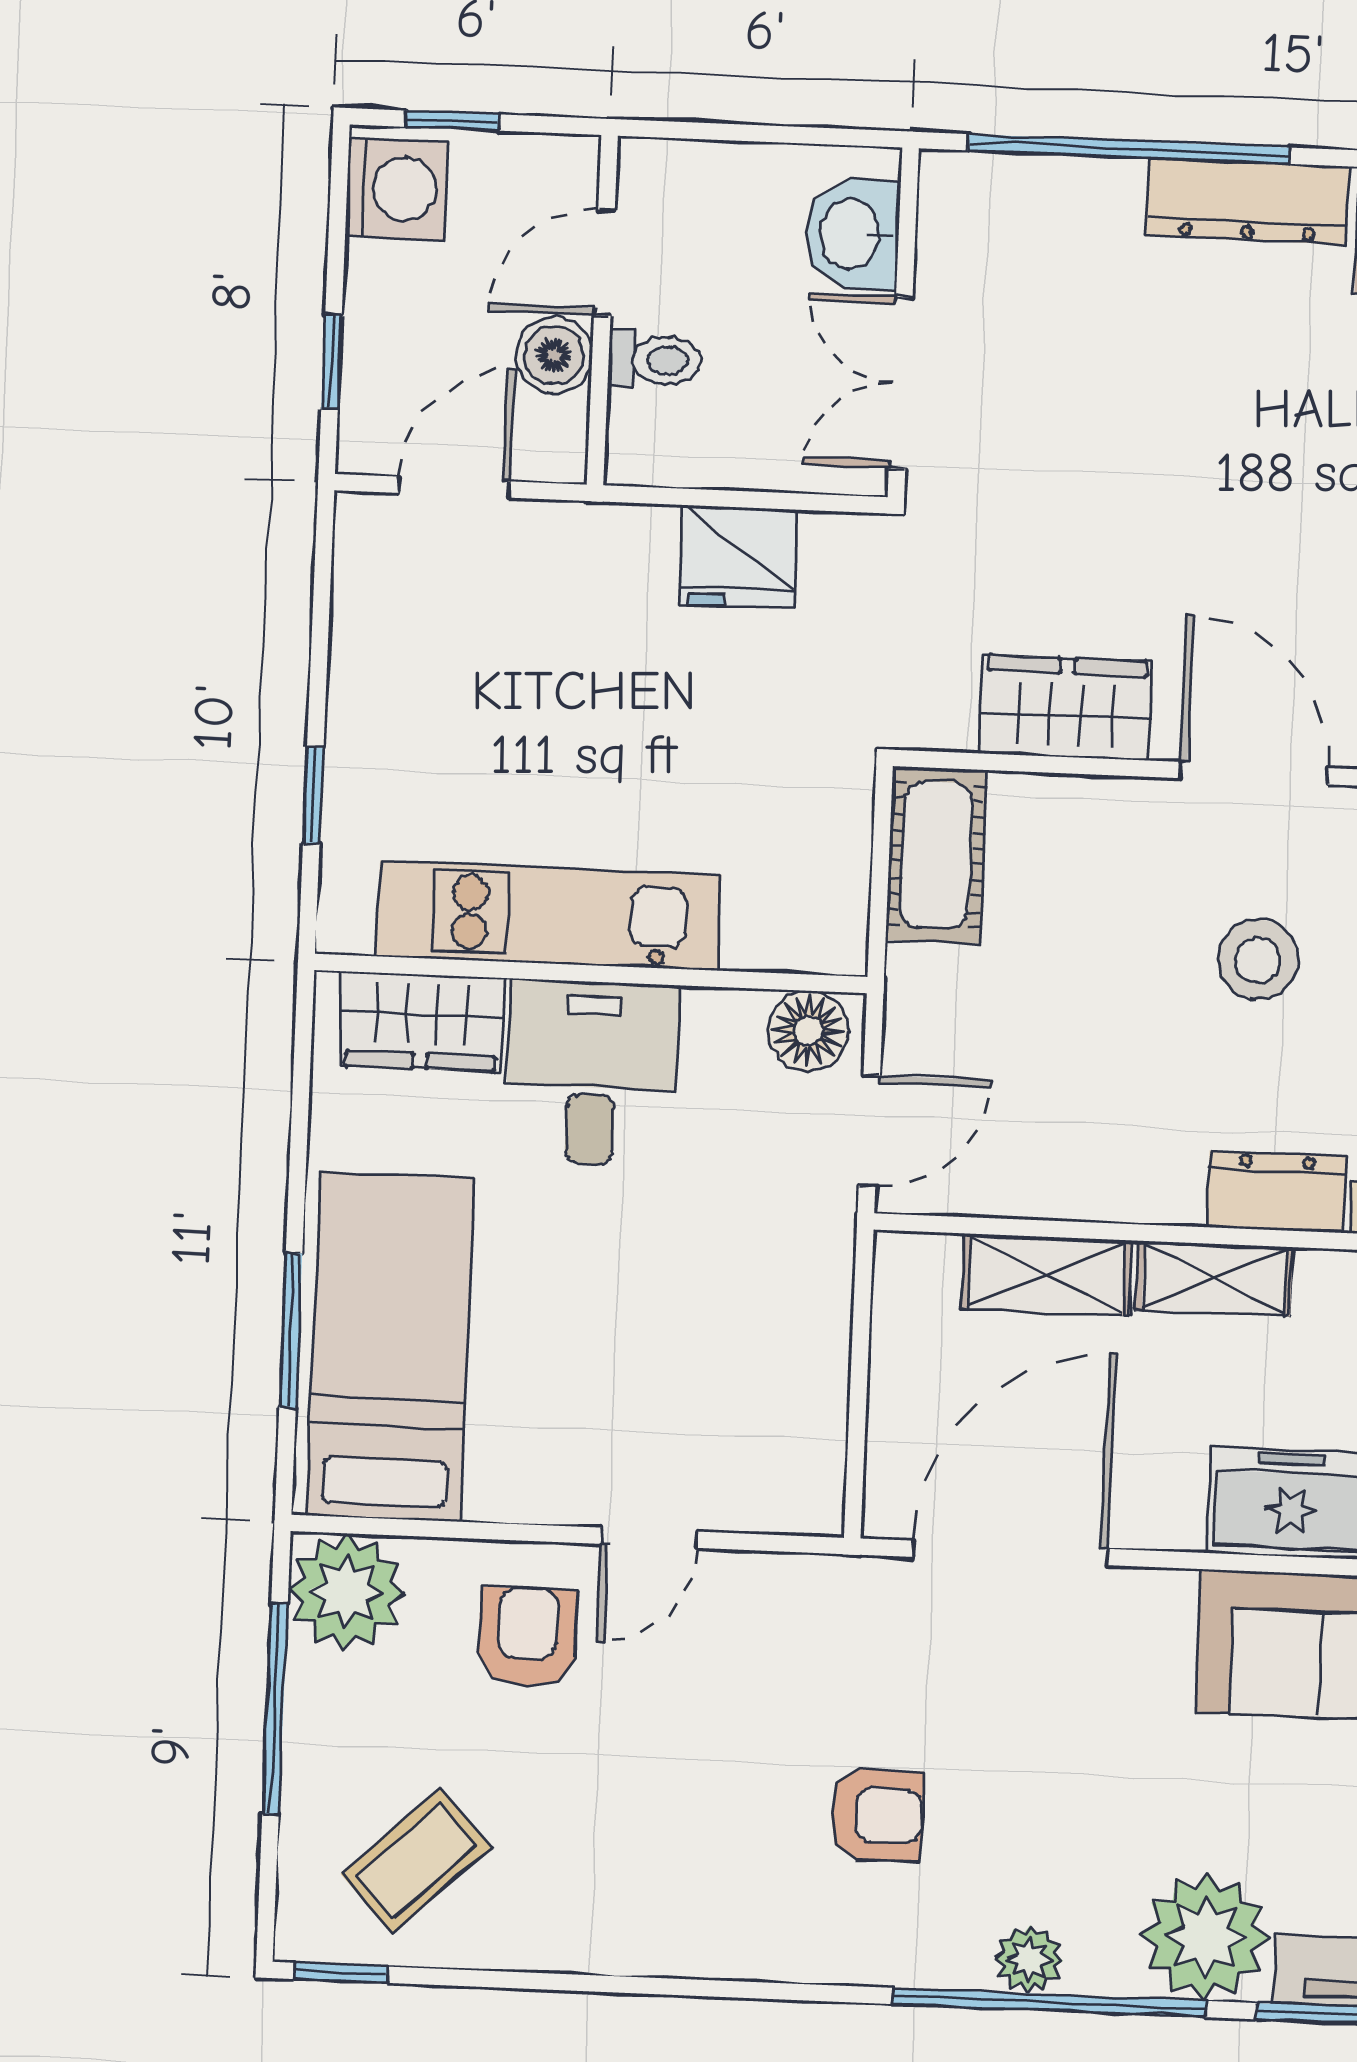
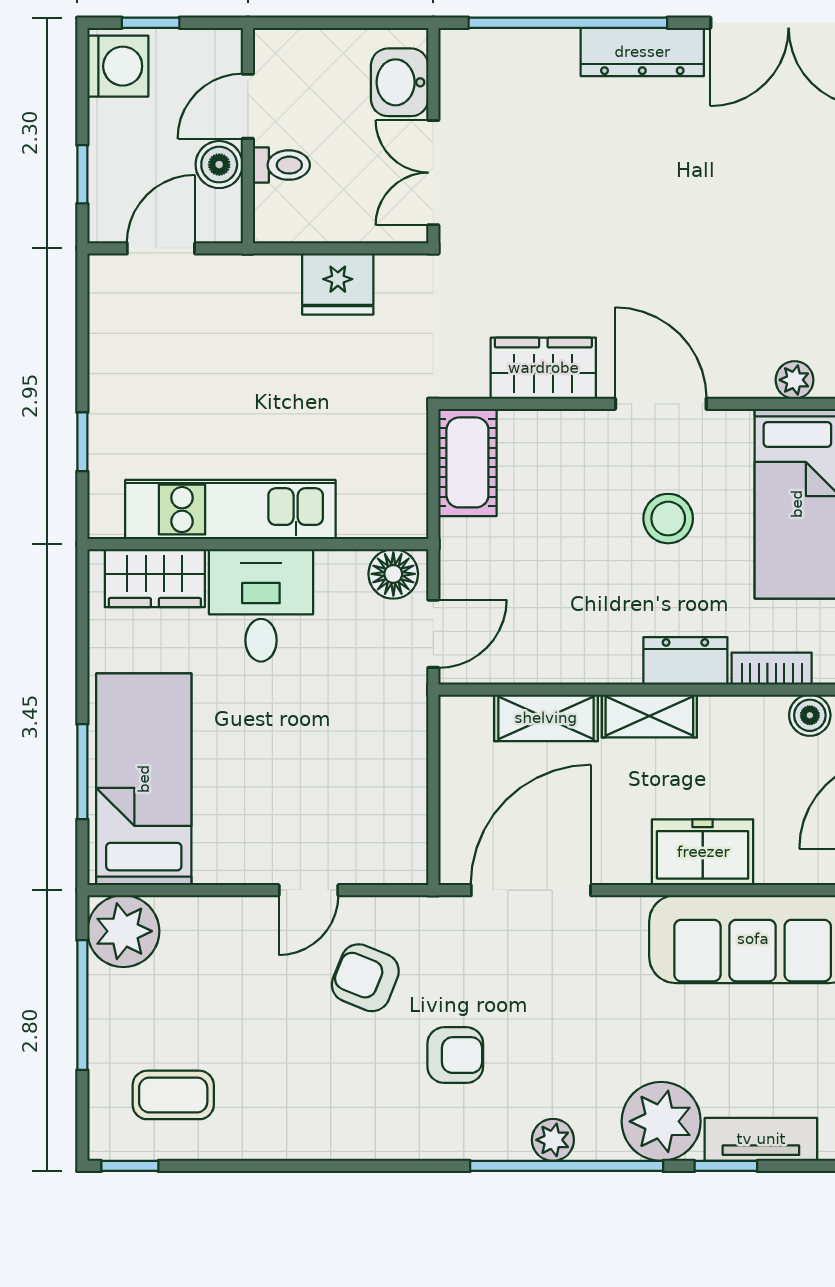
armchair: (527, 1637) -> (365, 978), moved, turned -68
coffee table: (416, 1861) -> (173, 1095), turned 43

